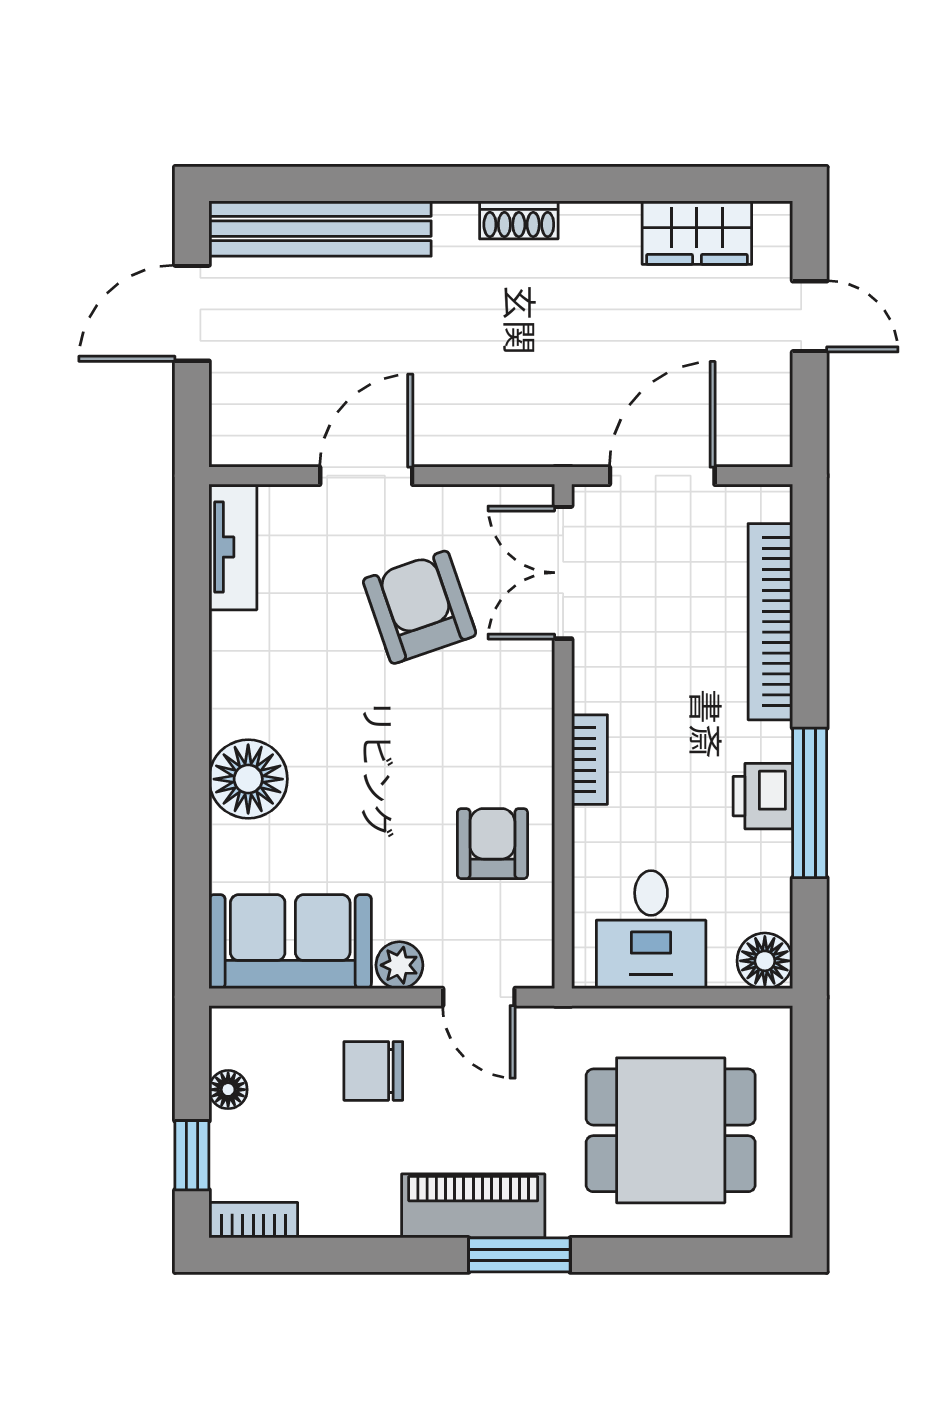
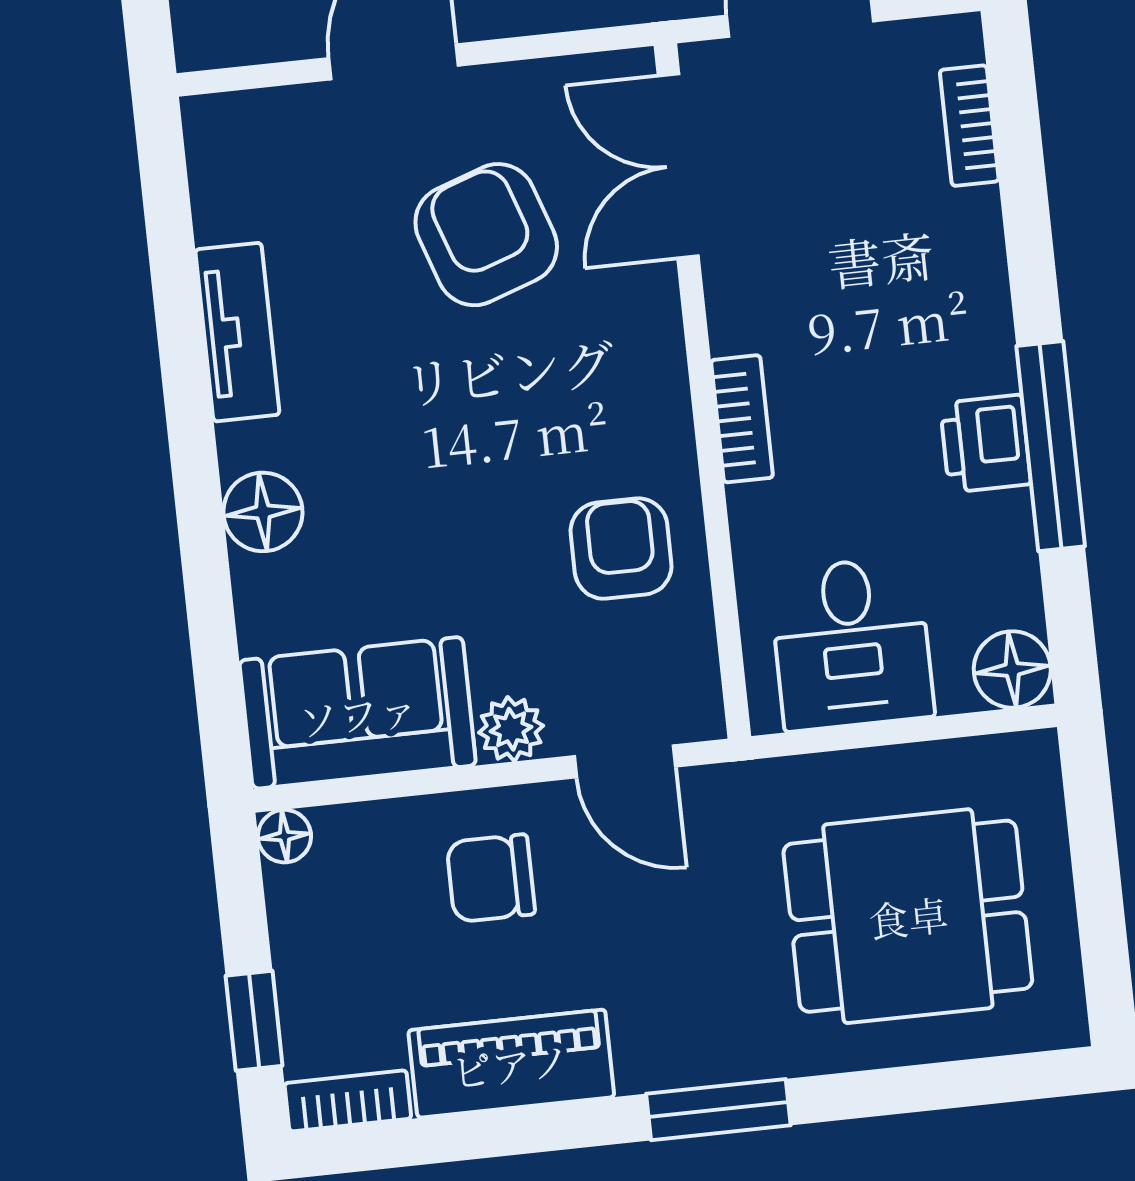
tv unit: (233, 547) -> (237, 332), moved
bookcase: (770, 622) -> (969, 126), width x0.43, depth x0.76
floor lamp: (248, 779) -> (263, 512), width x0.73, depth x0.73
floor lamp: (228, 1090) -> (284, 836), moved
piano: (473, 1206) -> (511, 1064), moved

